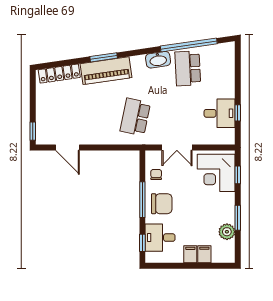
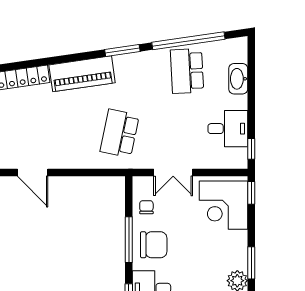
window: (104, 57) -> (122, 50), moved
washbasin: (158, 60) -> (238, 79), moved, turned 98
window: (238, 113) -> (251, 149), moved
window: (238, 175) -> (251, 193), moved

